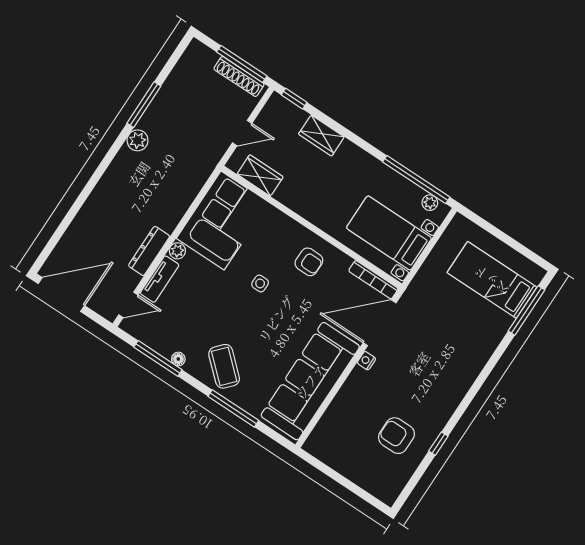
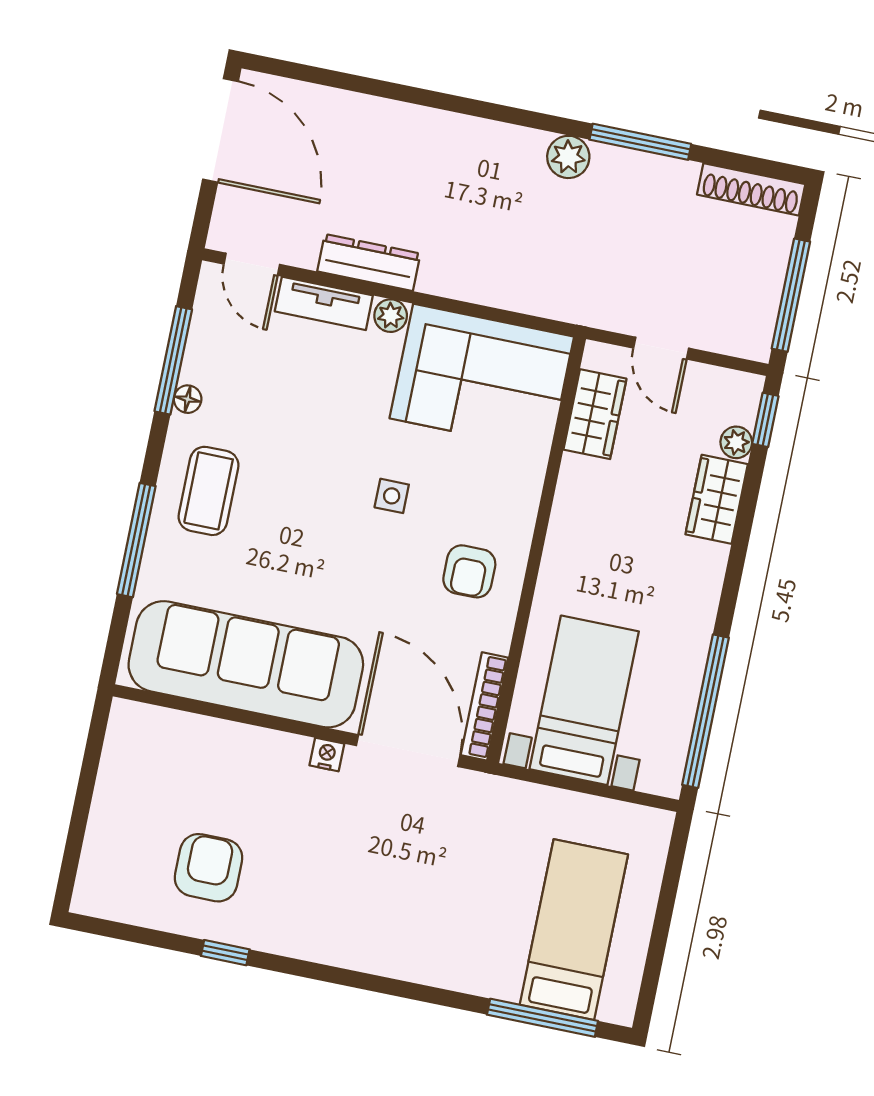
shoe rack: (239, 77) -> (751, 189), moved, turned -90
plant: (430, 203) -> (736, 442), moved
coffee table: (224, 366) -> (208, 491), turned -42

